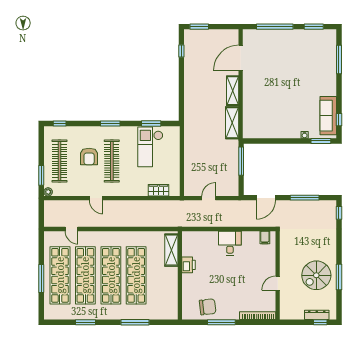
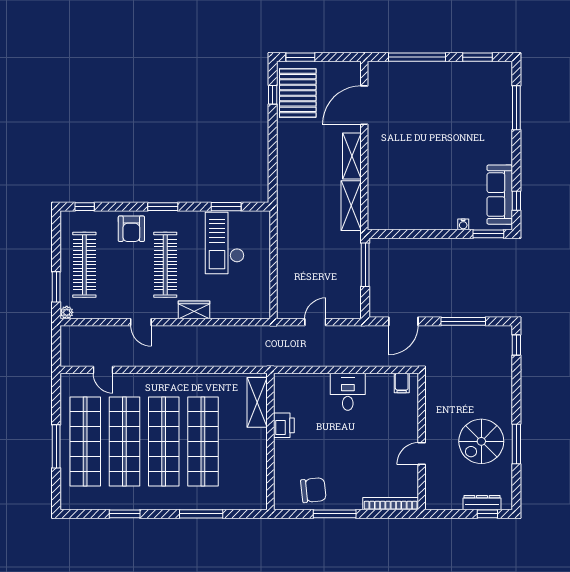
pallet: (198, 50) -> (298, 93), added
armchair: (89, 156) -> (131, 229), moved
wardrobe: (158, 190) -> (194, 310), moved

